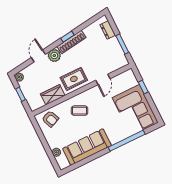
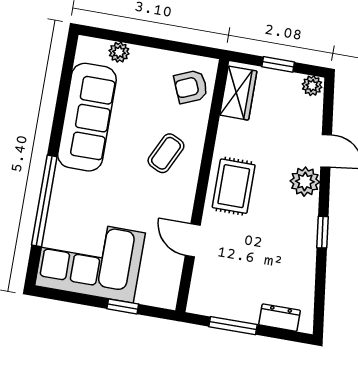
shoe rack: (71, 42) -> (307, 233), removed
wardrobe: (53, 95) -> (238, 93), moved

